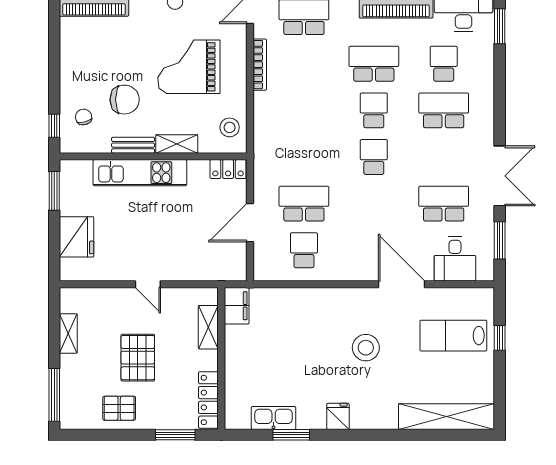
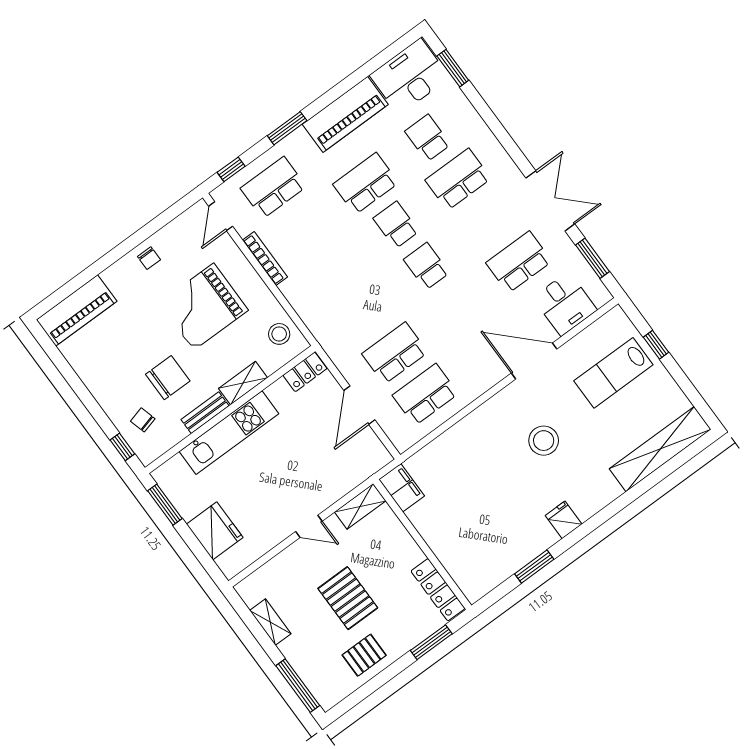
school desk: (304, 250) -> (425, 395), width x1.85
shelving: (208, 327) -> (360, 506), moved, turned 90
kitchen sink: (274, 418) -> (508, 563), removed

